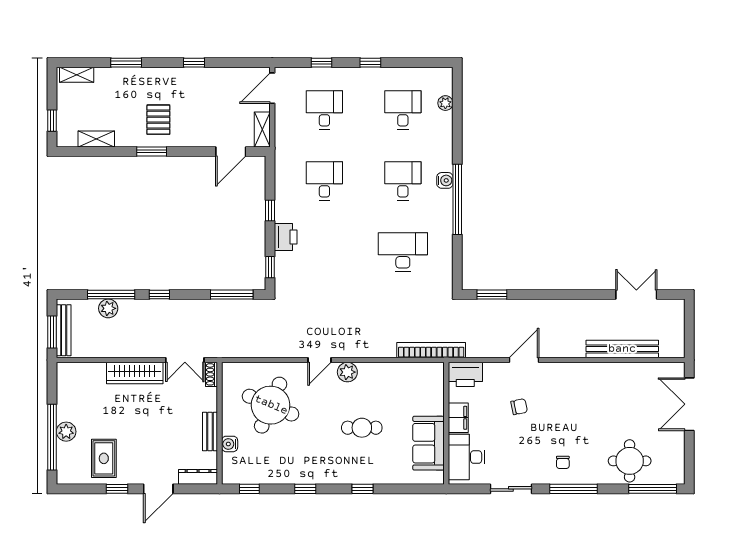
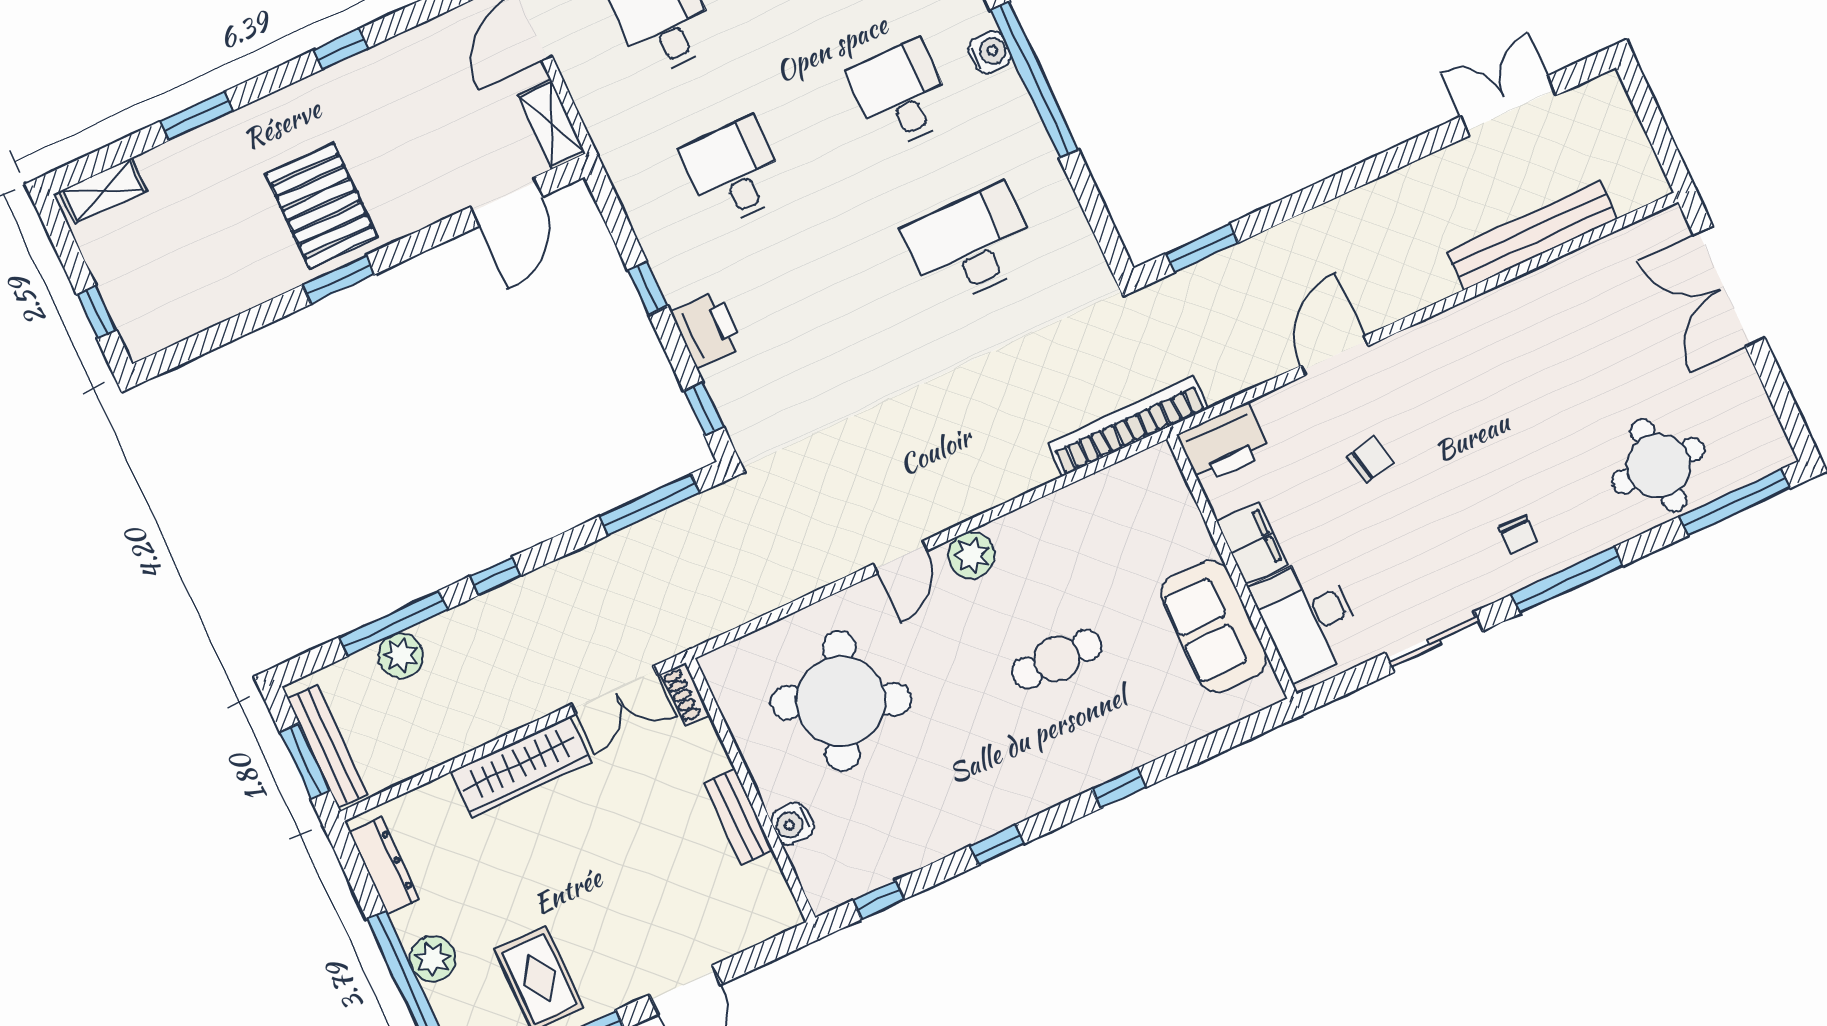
pallet: (158, 120) -> (321, 205), width x1.50, depth x1.42
shelving: (96, 139) -> (209, 308), removed
dresser: (198, 477) -> (384, 866), moved, turned 90

